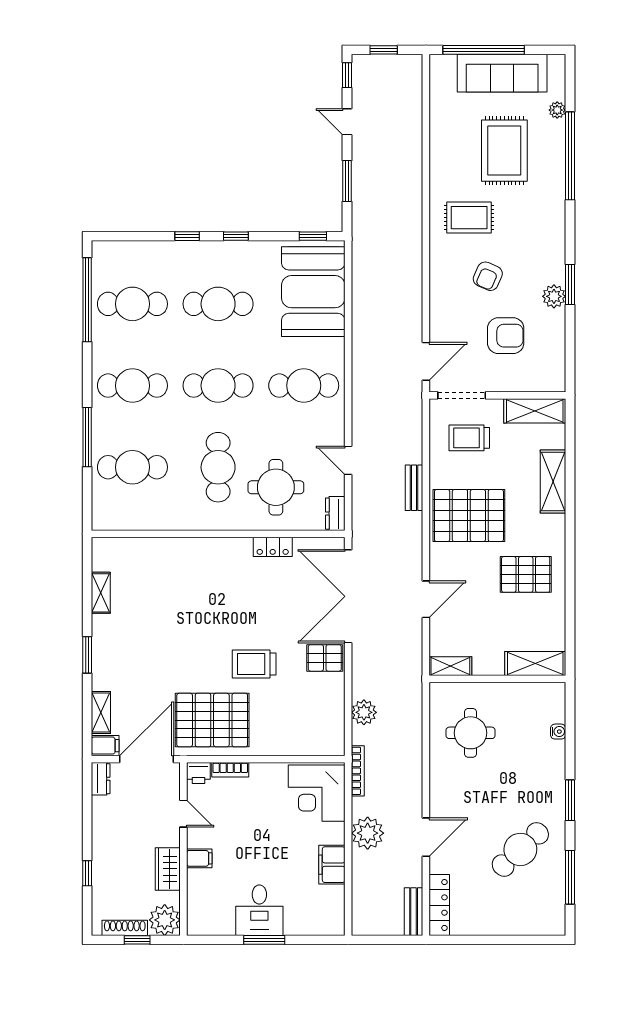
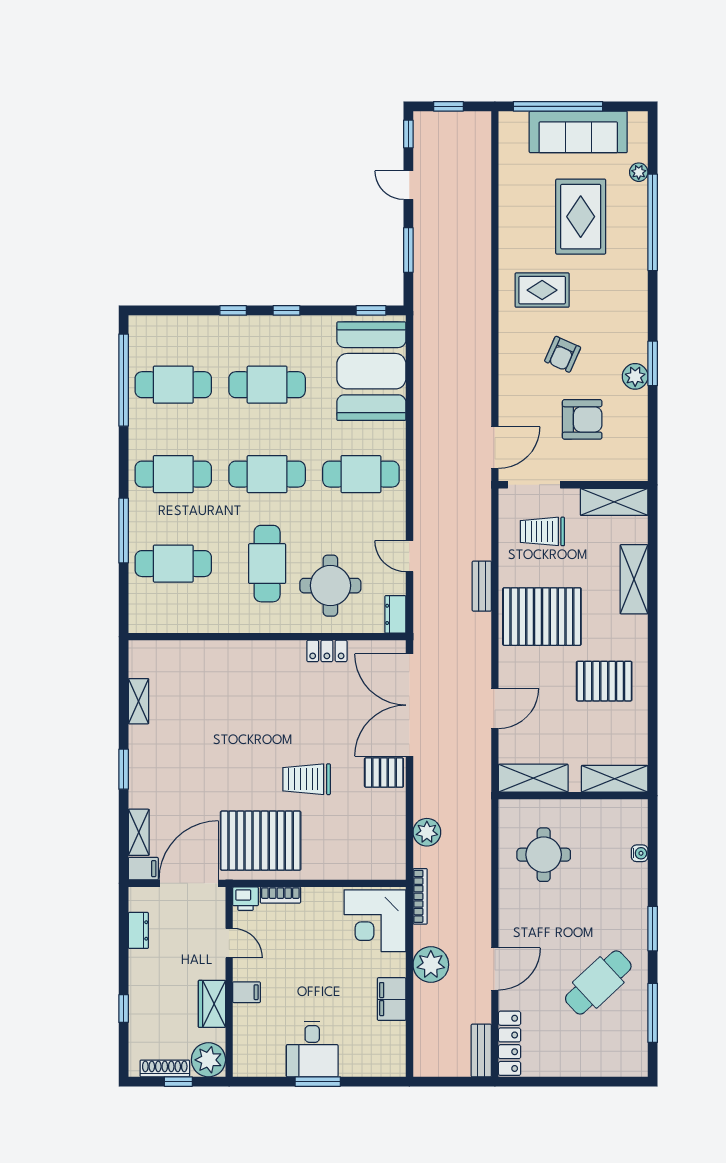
shelving: (450, 666) -> (533, 778), width x1.50, depth x1.33
dresser: (101, 779) -> (138, 930), moved

